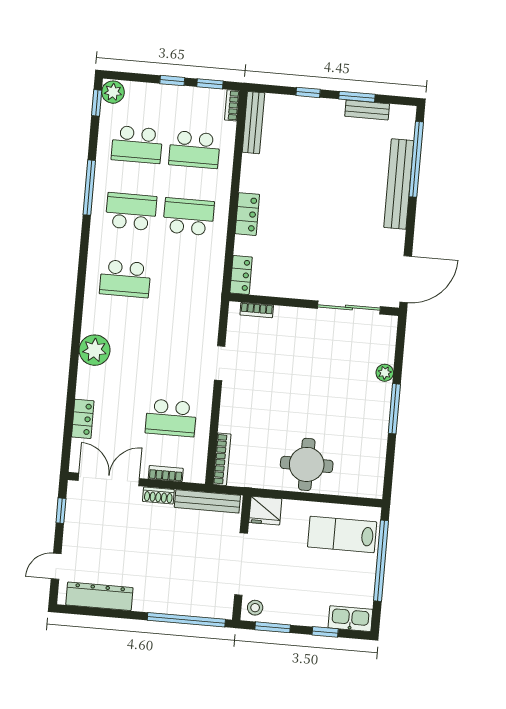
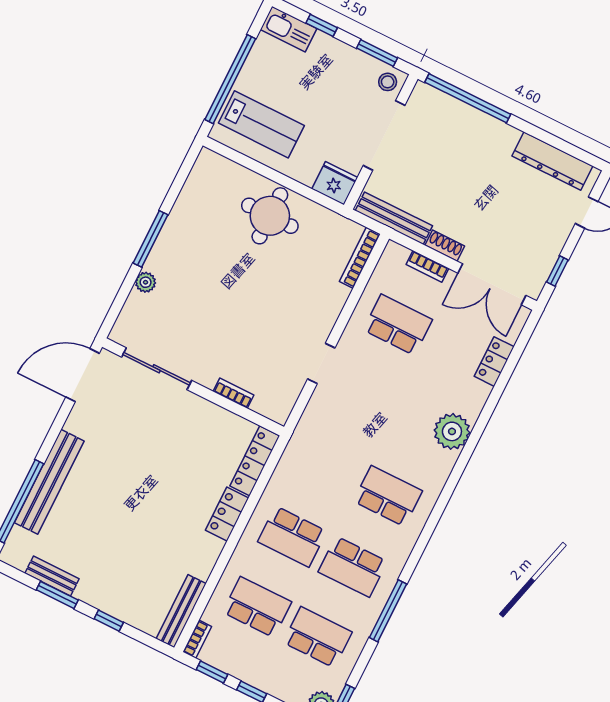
locker: (241, 275) -> (255, 461), width x1.53
bookcase: (257, 310) -> (234, 393), moved

